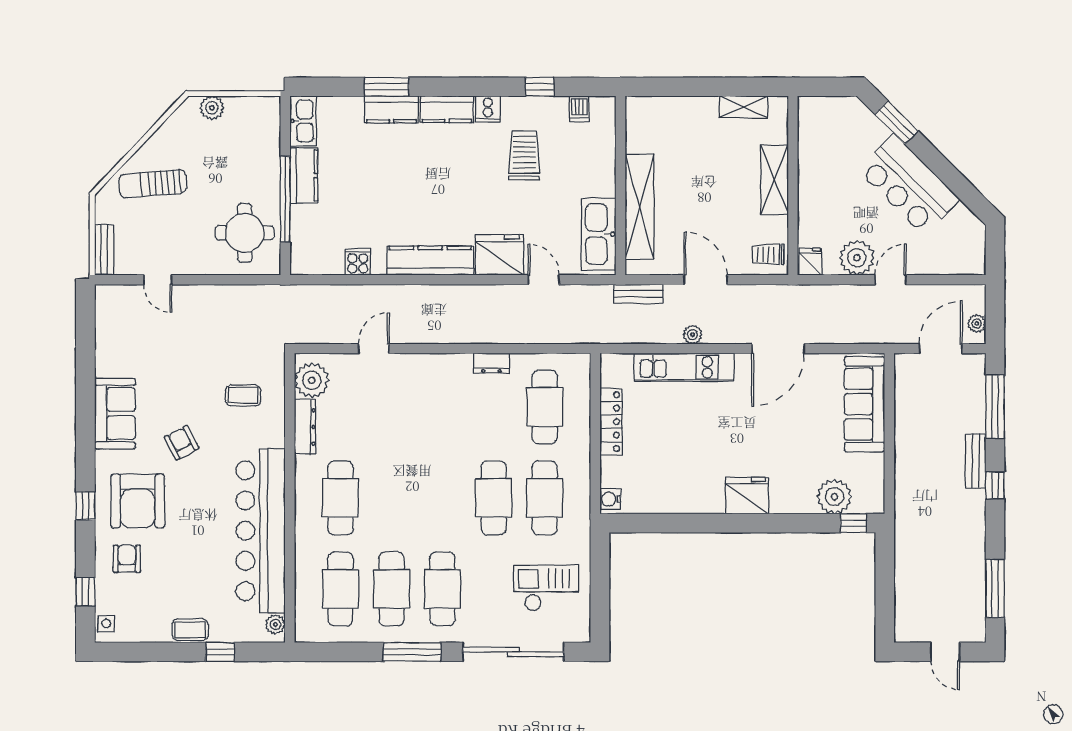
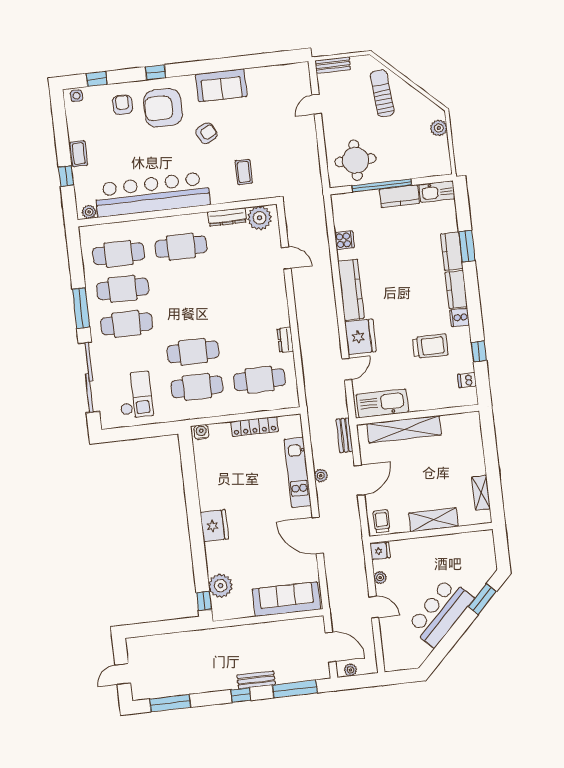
plant: (857, 258) -> (380, 578), width x0.53, depth x0.53
armchair: (127, 559) -> (123, 105), turned -90

